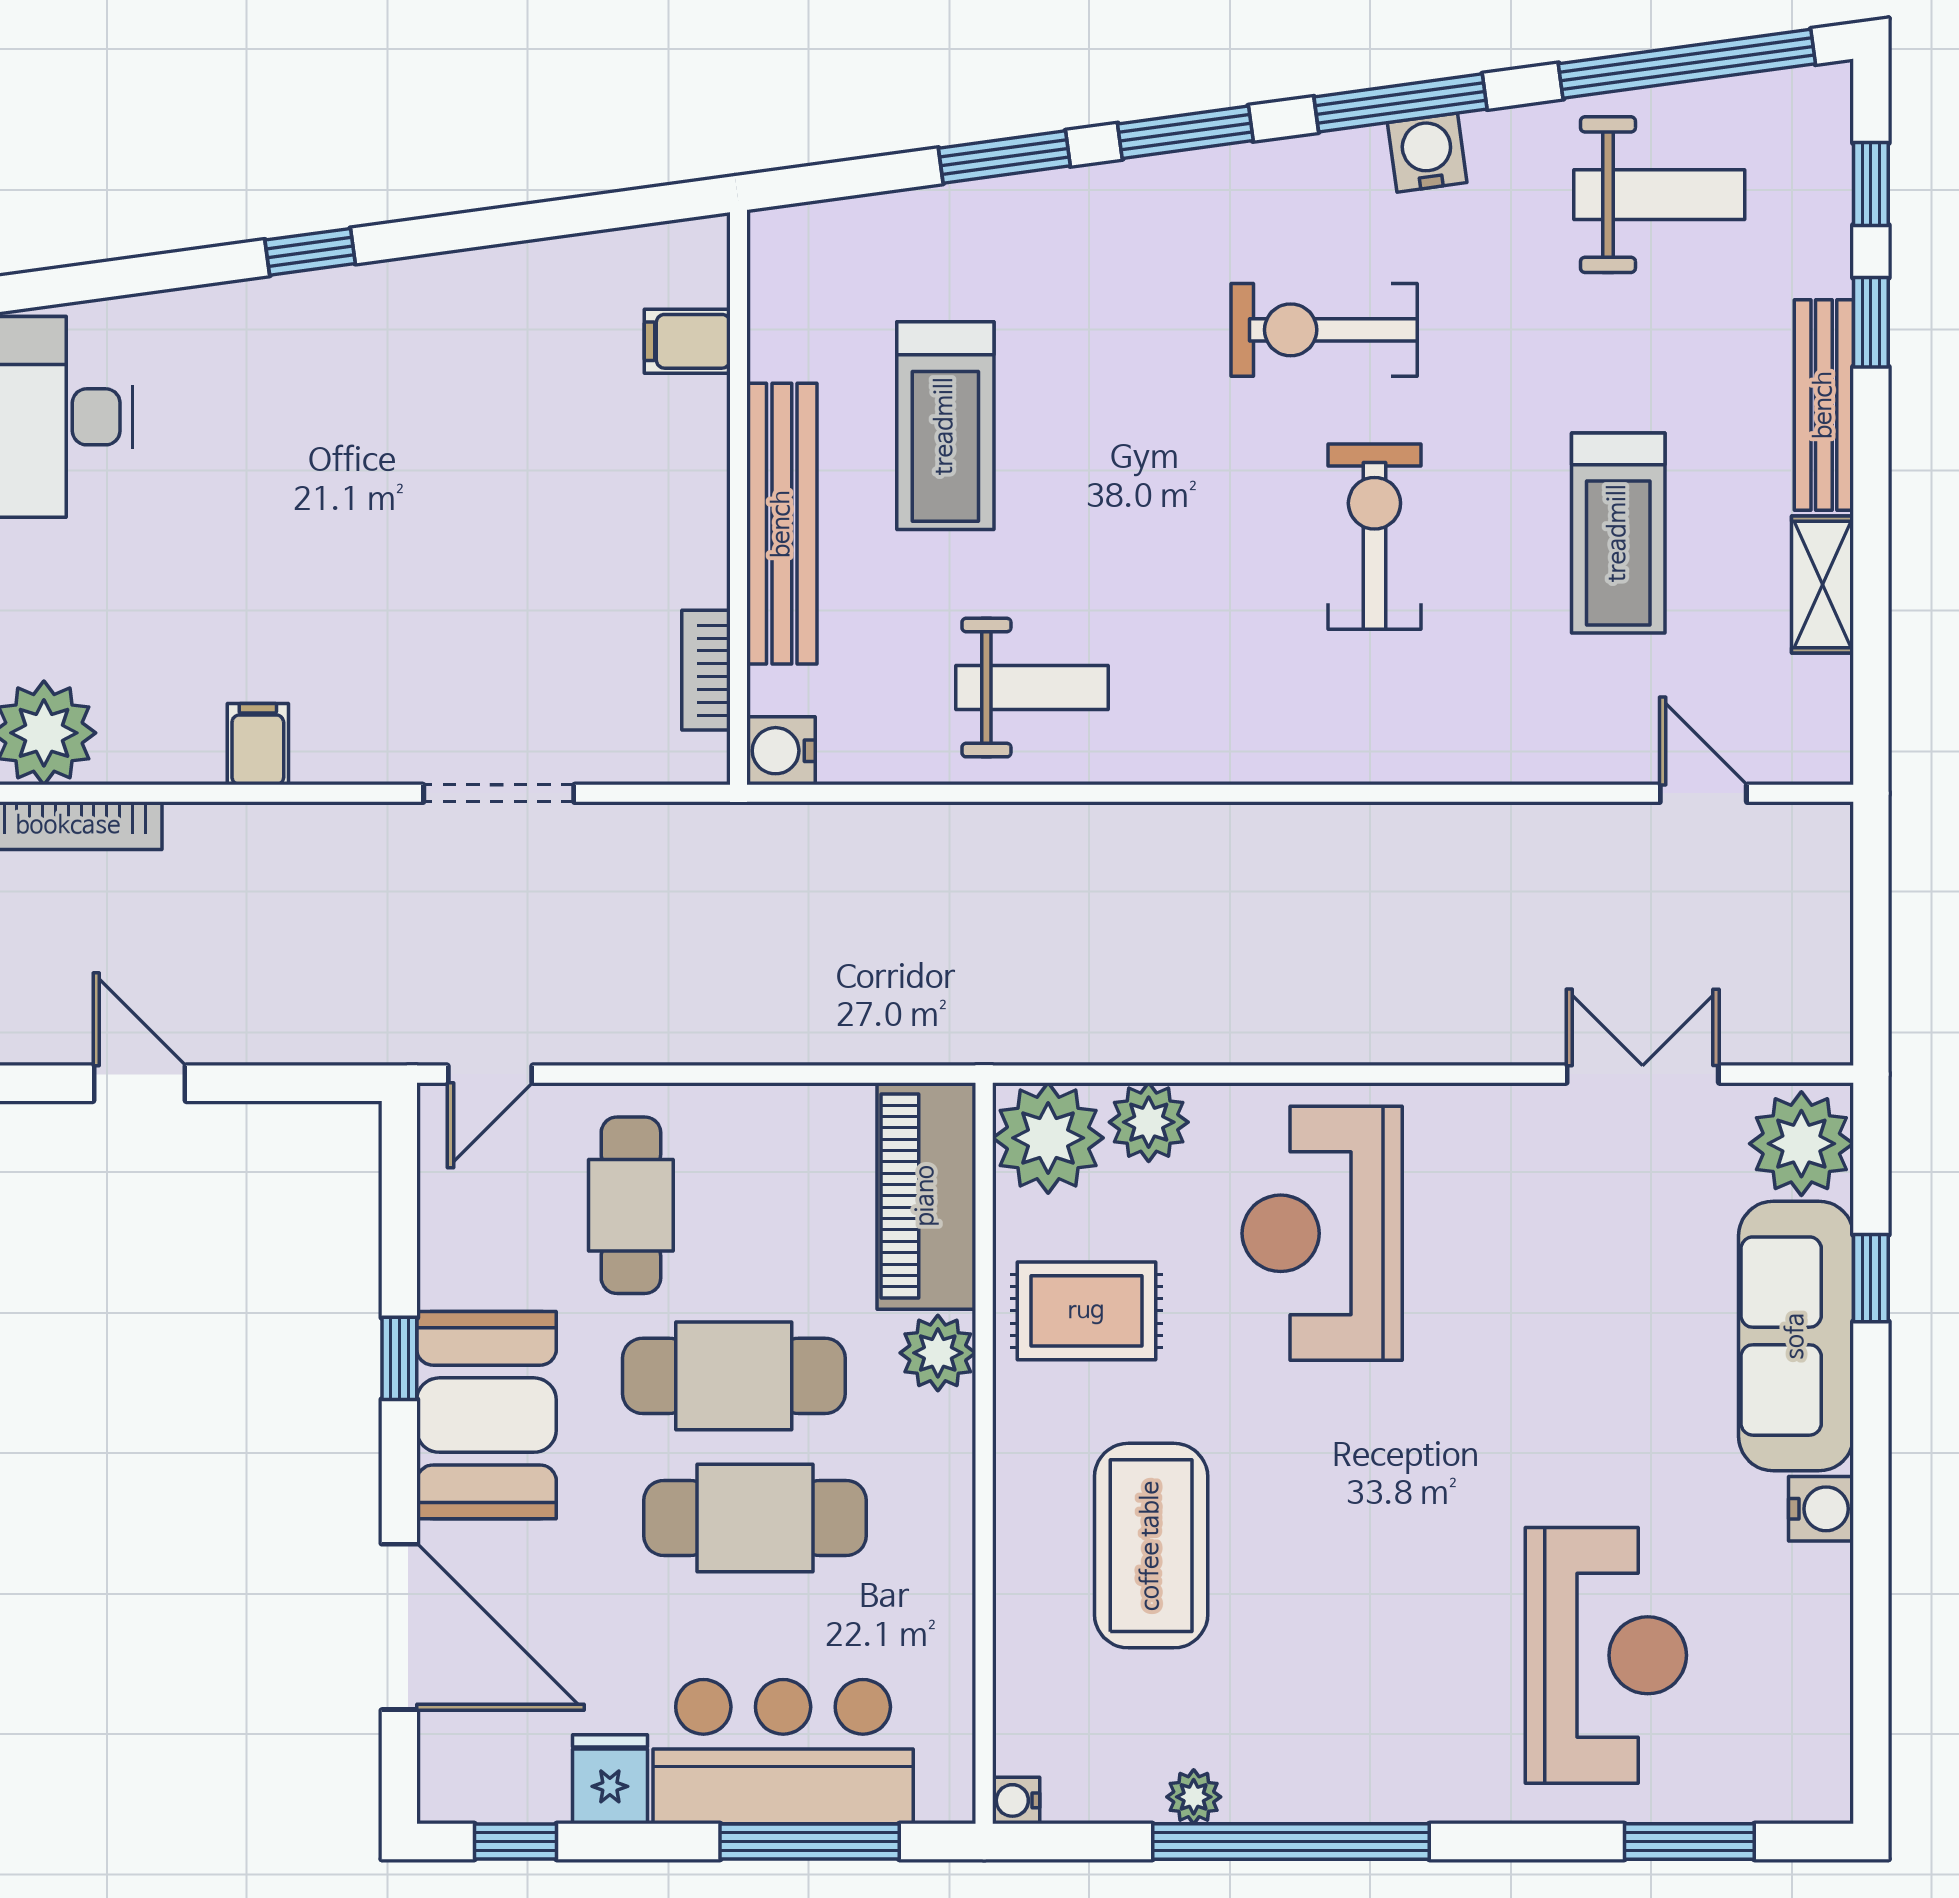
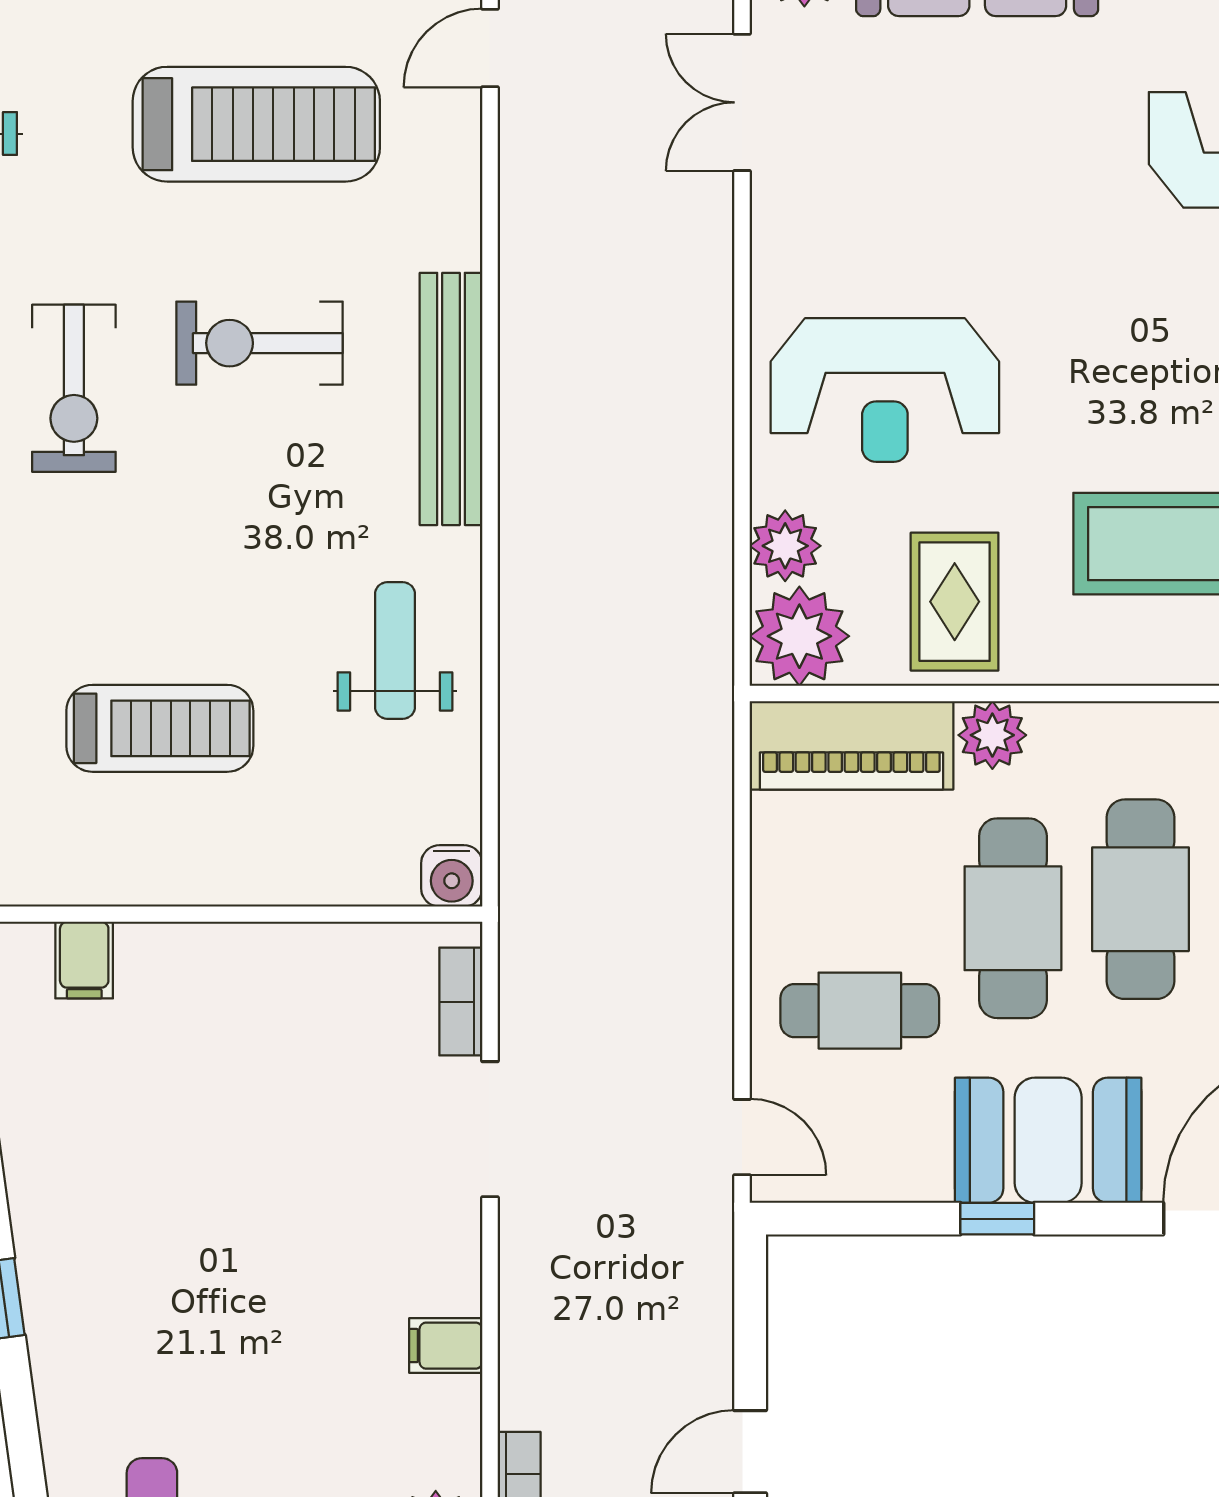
bench: (782, 524) -> (451, 399), moved, turned 90
treadmill: (1618, 533) -> (256, 124), width x1.37, depth x1.38
bookcase: (706, 670) -> (461, 1002), moved, turned 90

